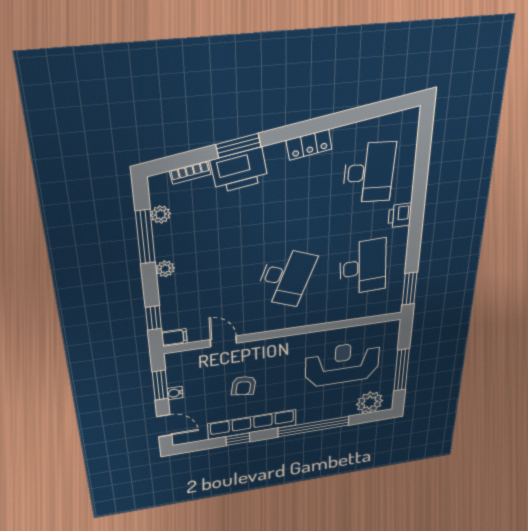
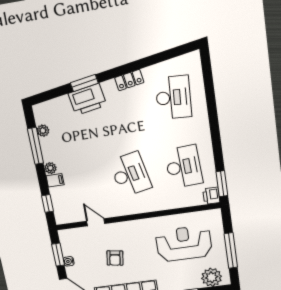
bookcase: (190, 173) -> (57, 102), removed
printer: (400, 215) -> (211, 196), moved
desk: (286, 277) -> (130, 174), turned -33
filing cabinet: (174, 338) -> (55, 180), moved

